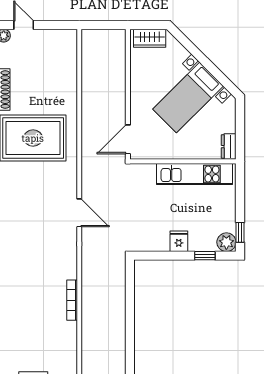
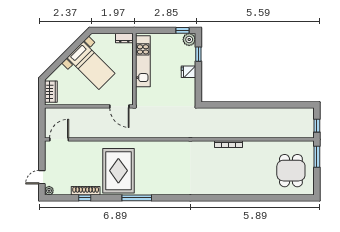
door: (79, 213) -> (59, 139), moved

